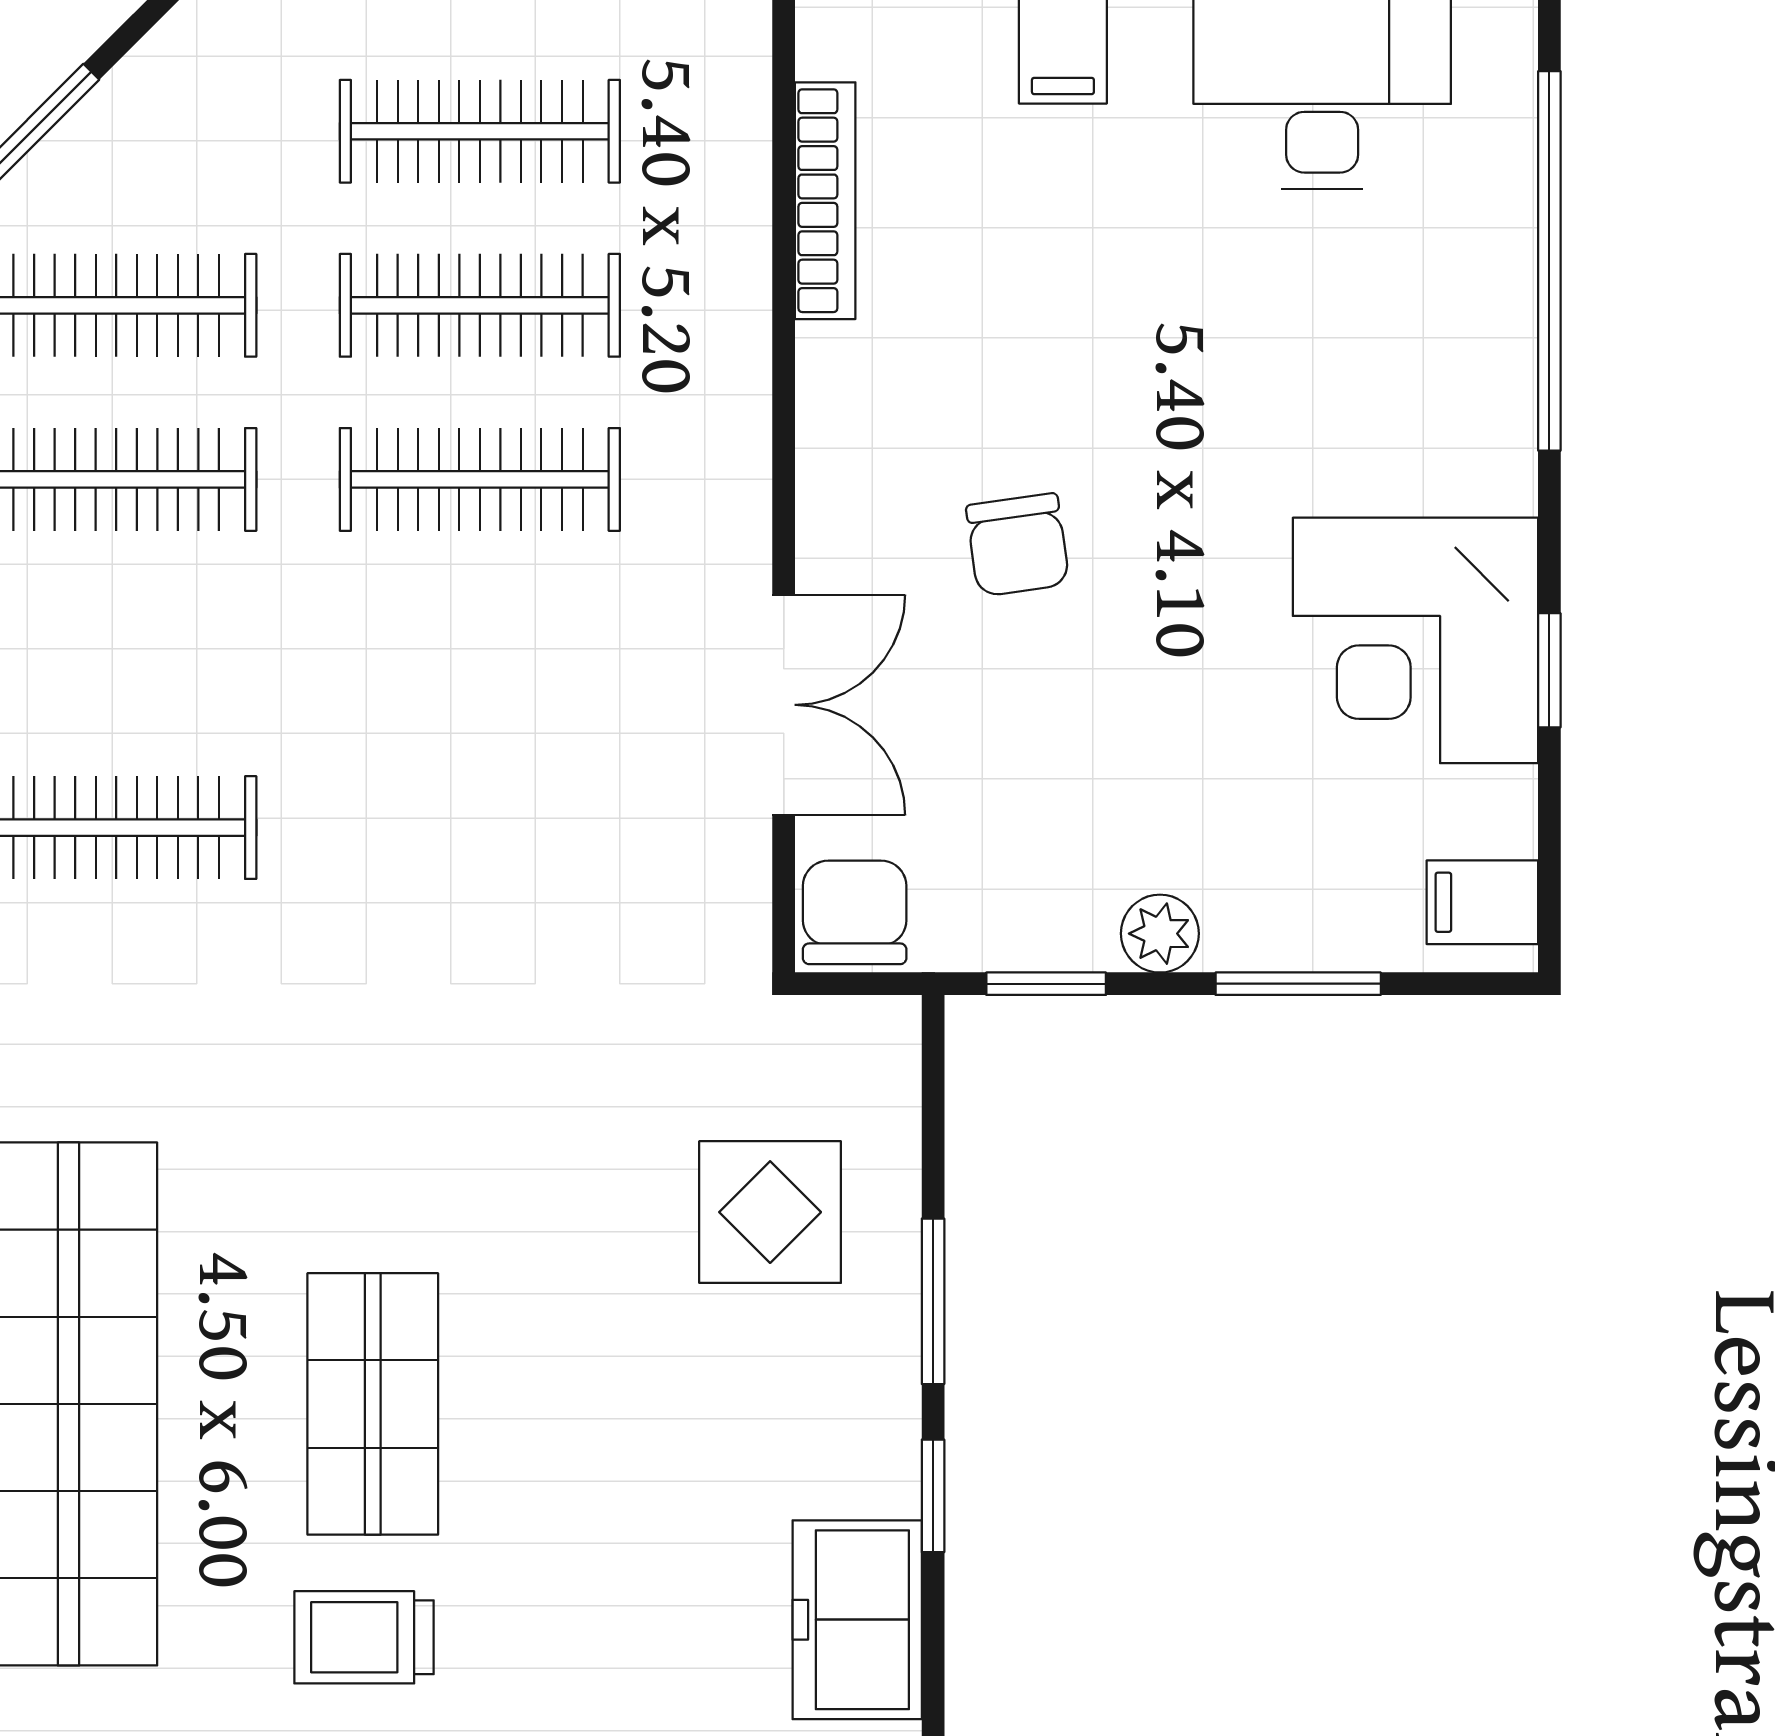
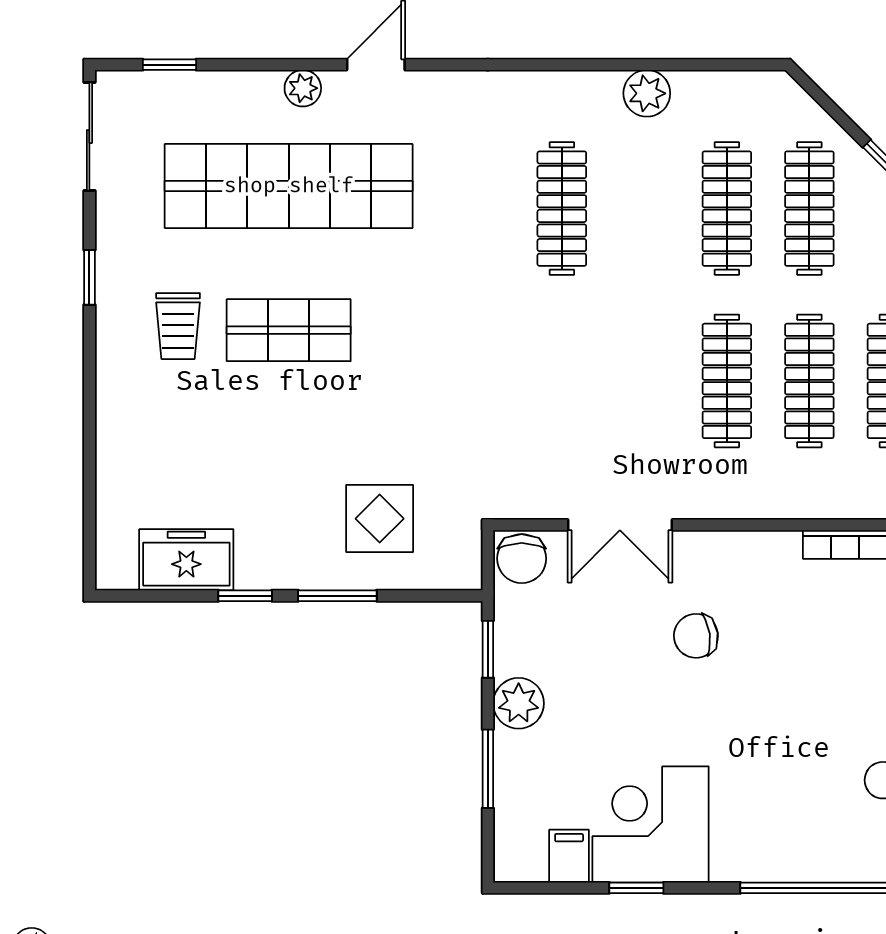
filing cabinet: (1482, 902) -> (569, 856), moved
chair: (855, 912) -> (522, 559), turned 90
plant: (1160, 934) -> (519, 703), width x1.38, depth x1.38
trolley: (364, 1637) -> (178, 326), turned 180

